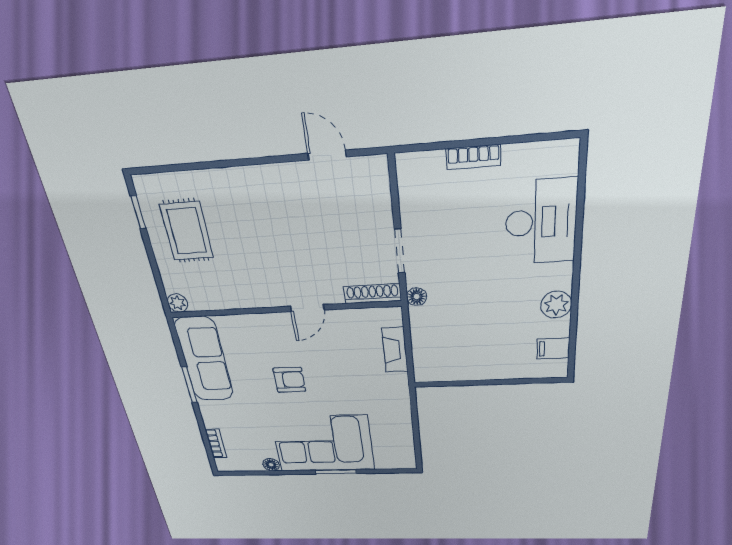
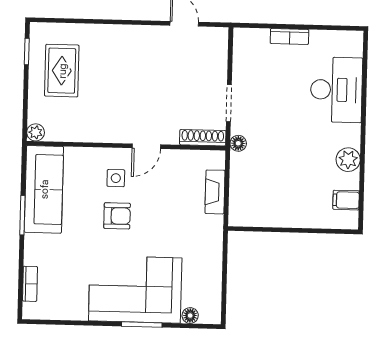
side table: (280, 343) -> (116, 178), added
floor lamp: (271, 465) -> (190, 316), moved

